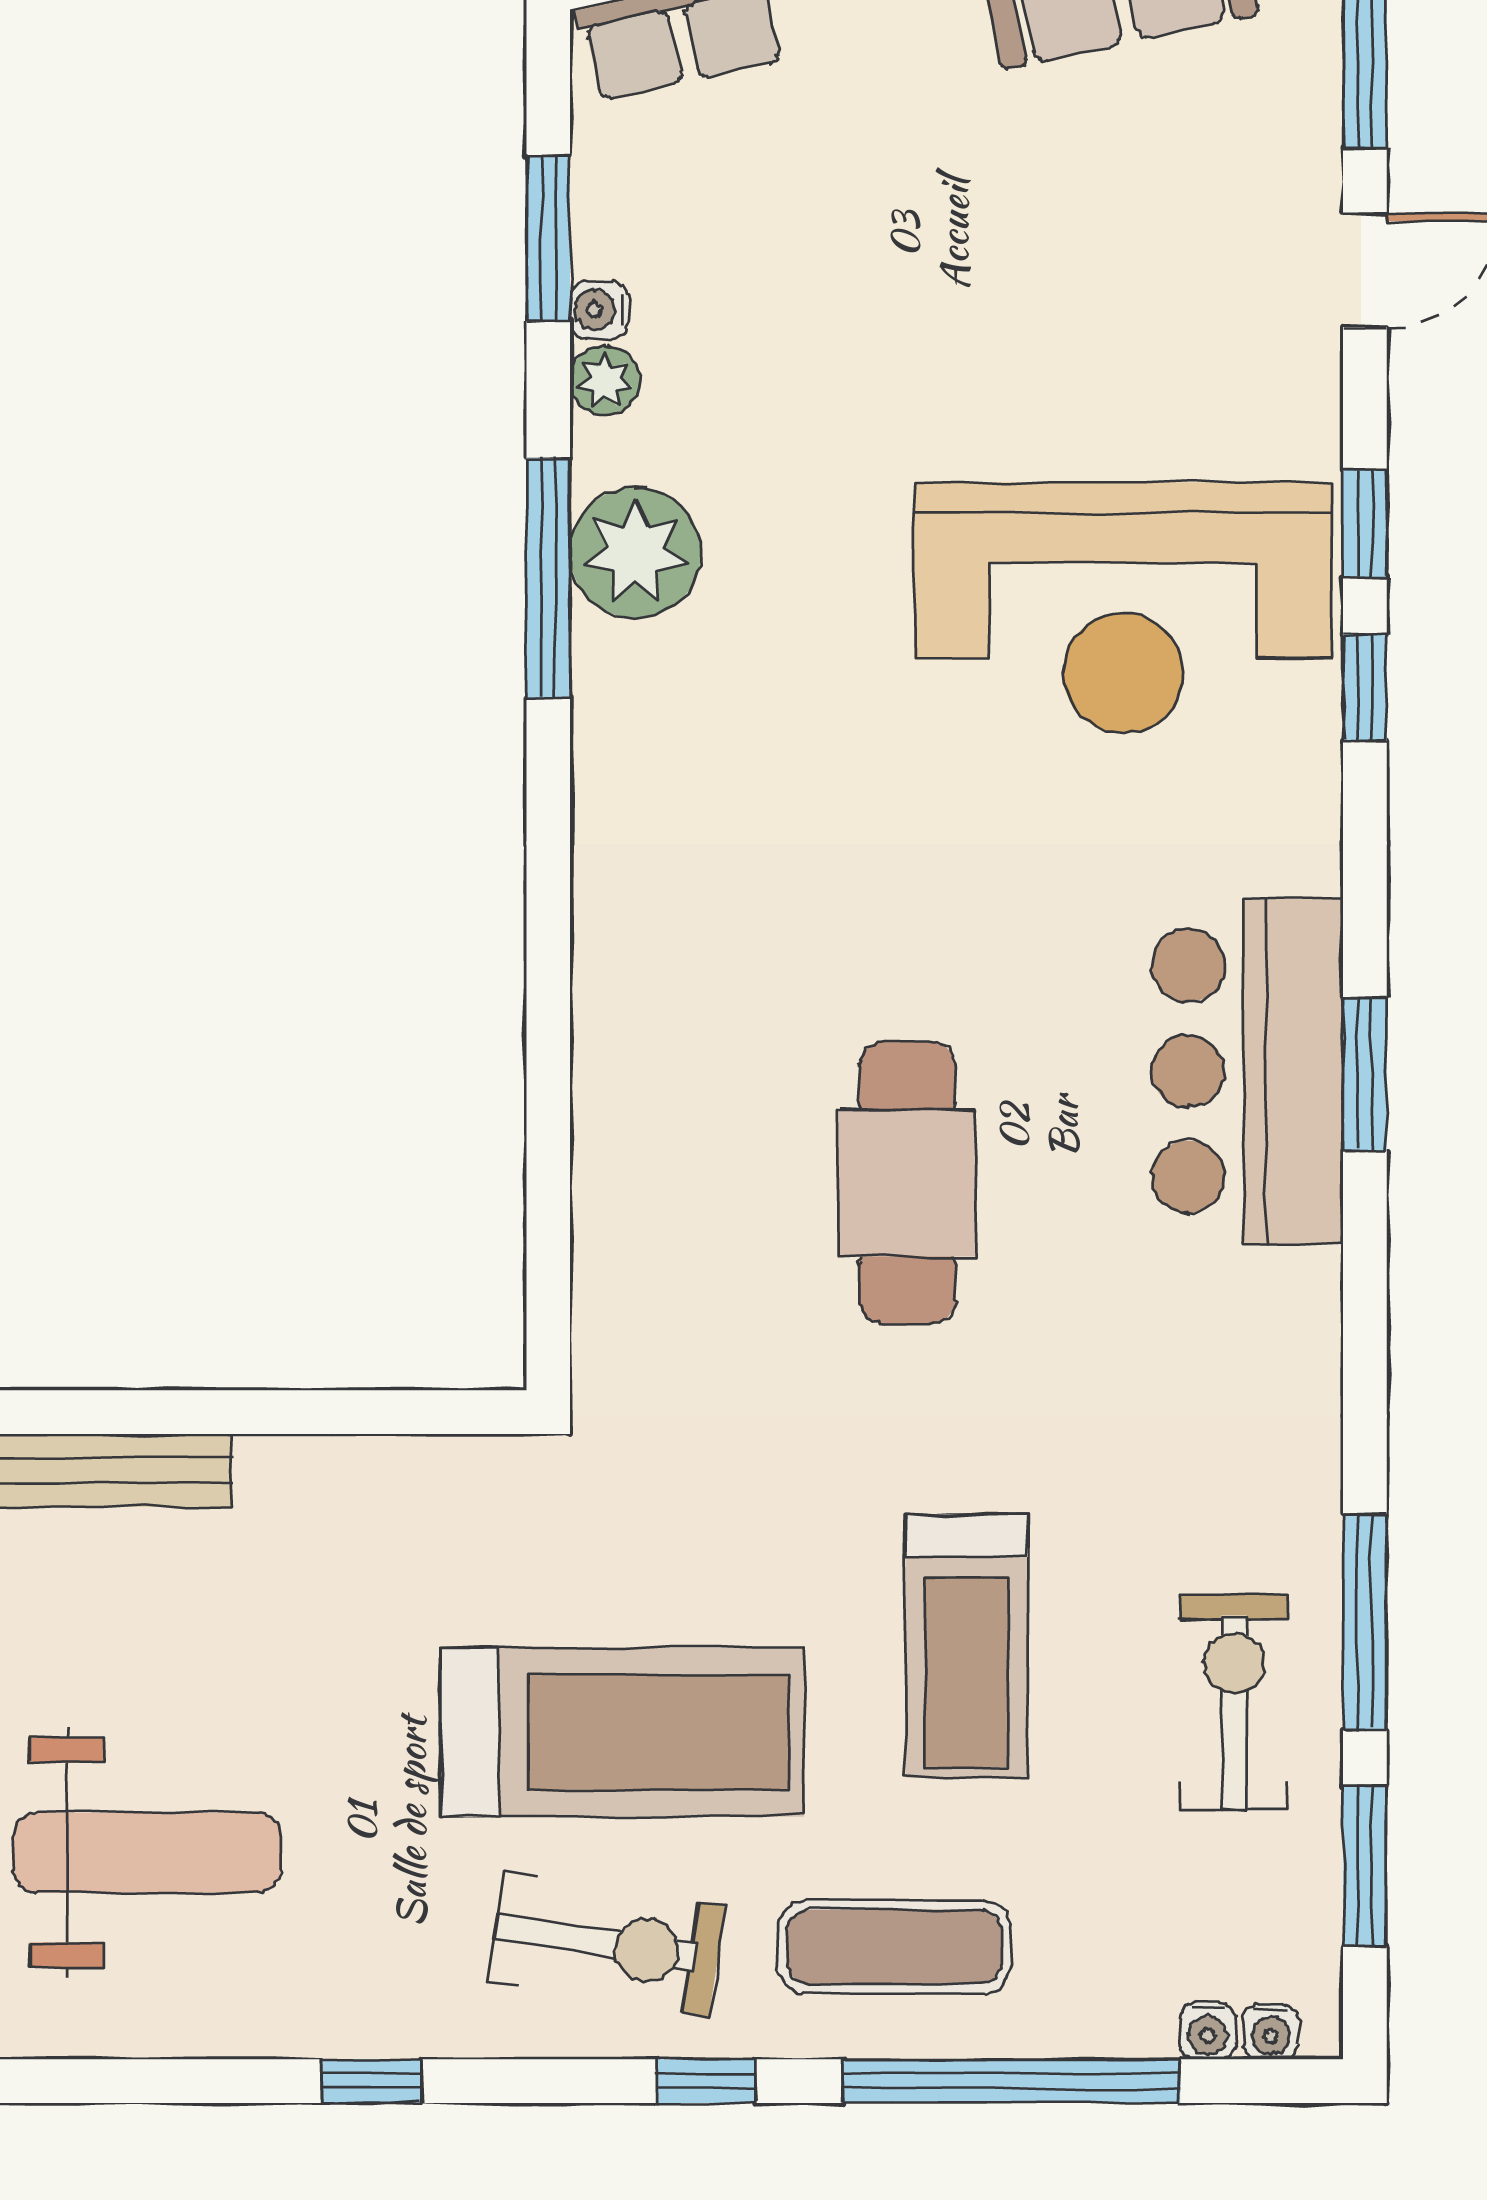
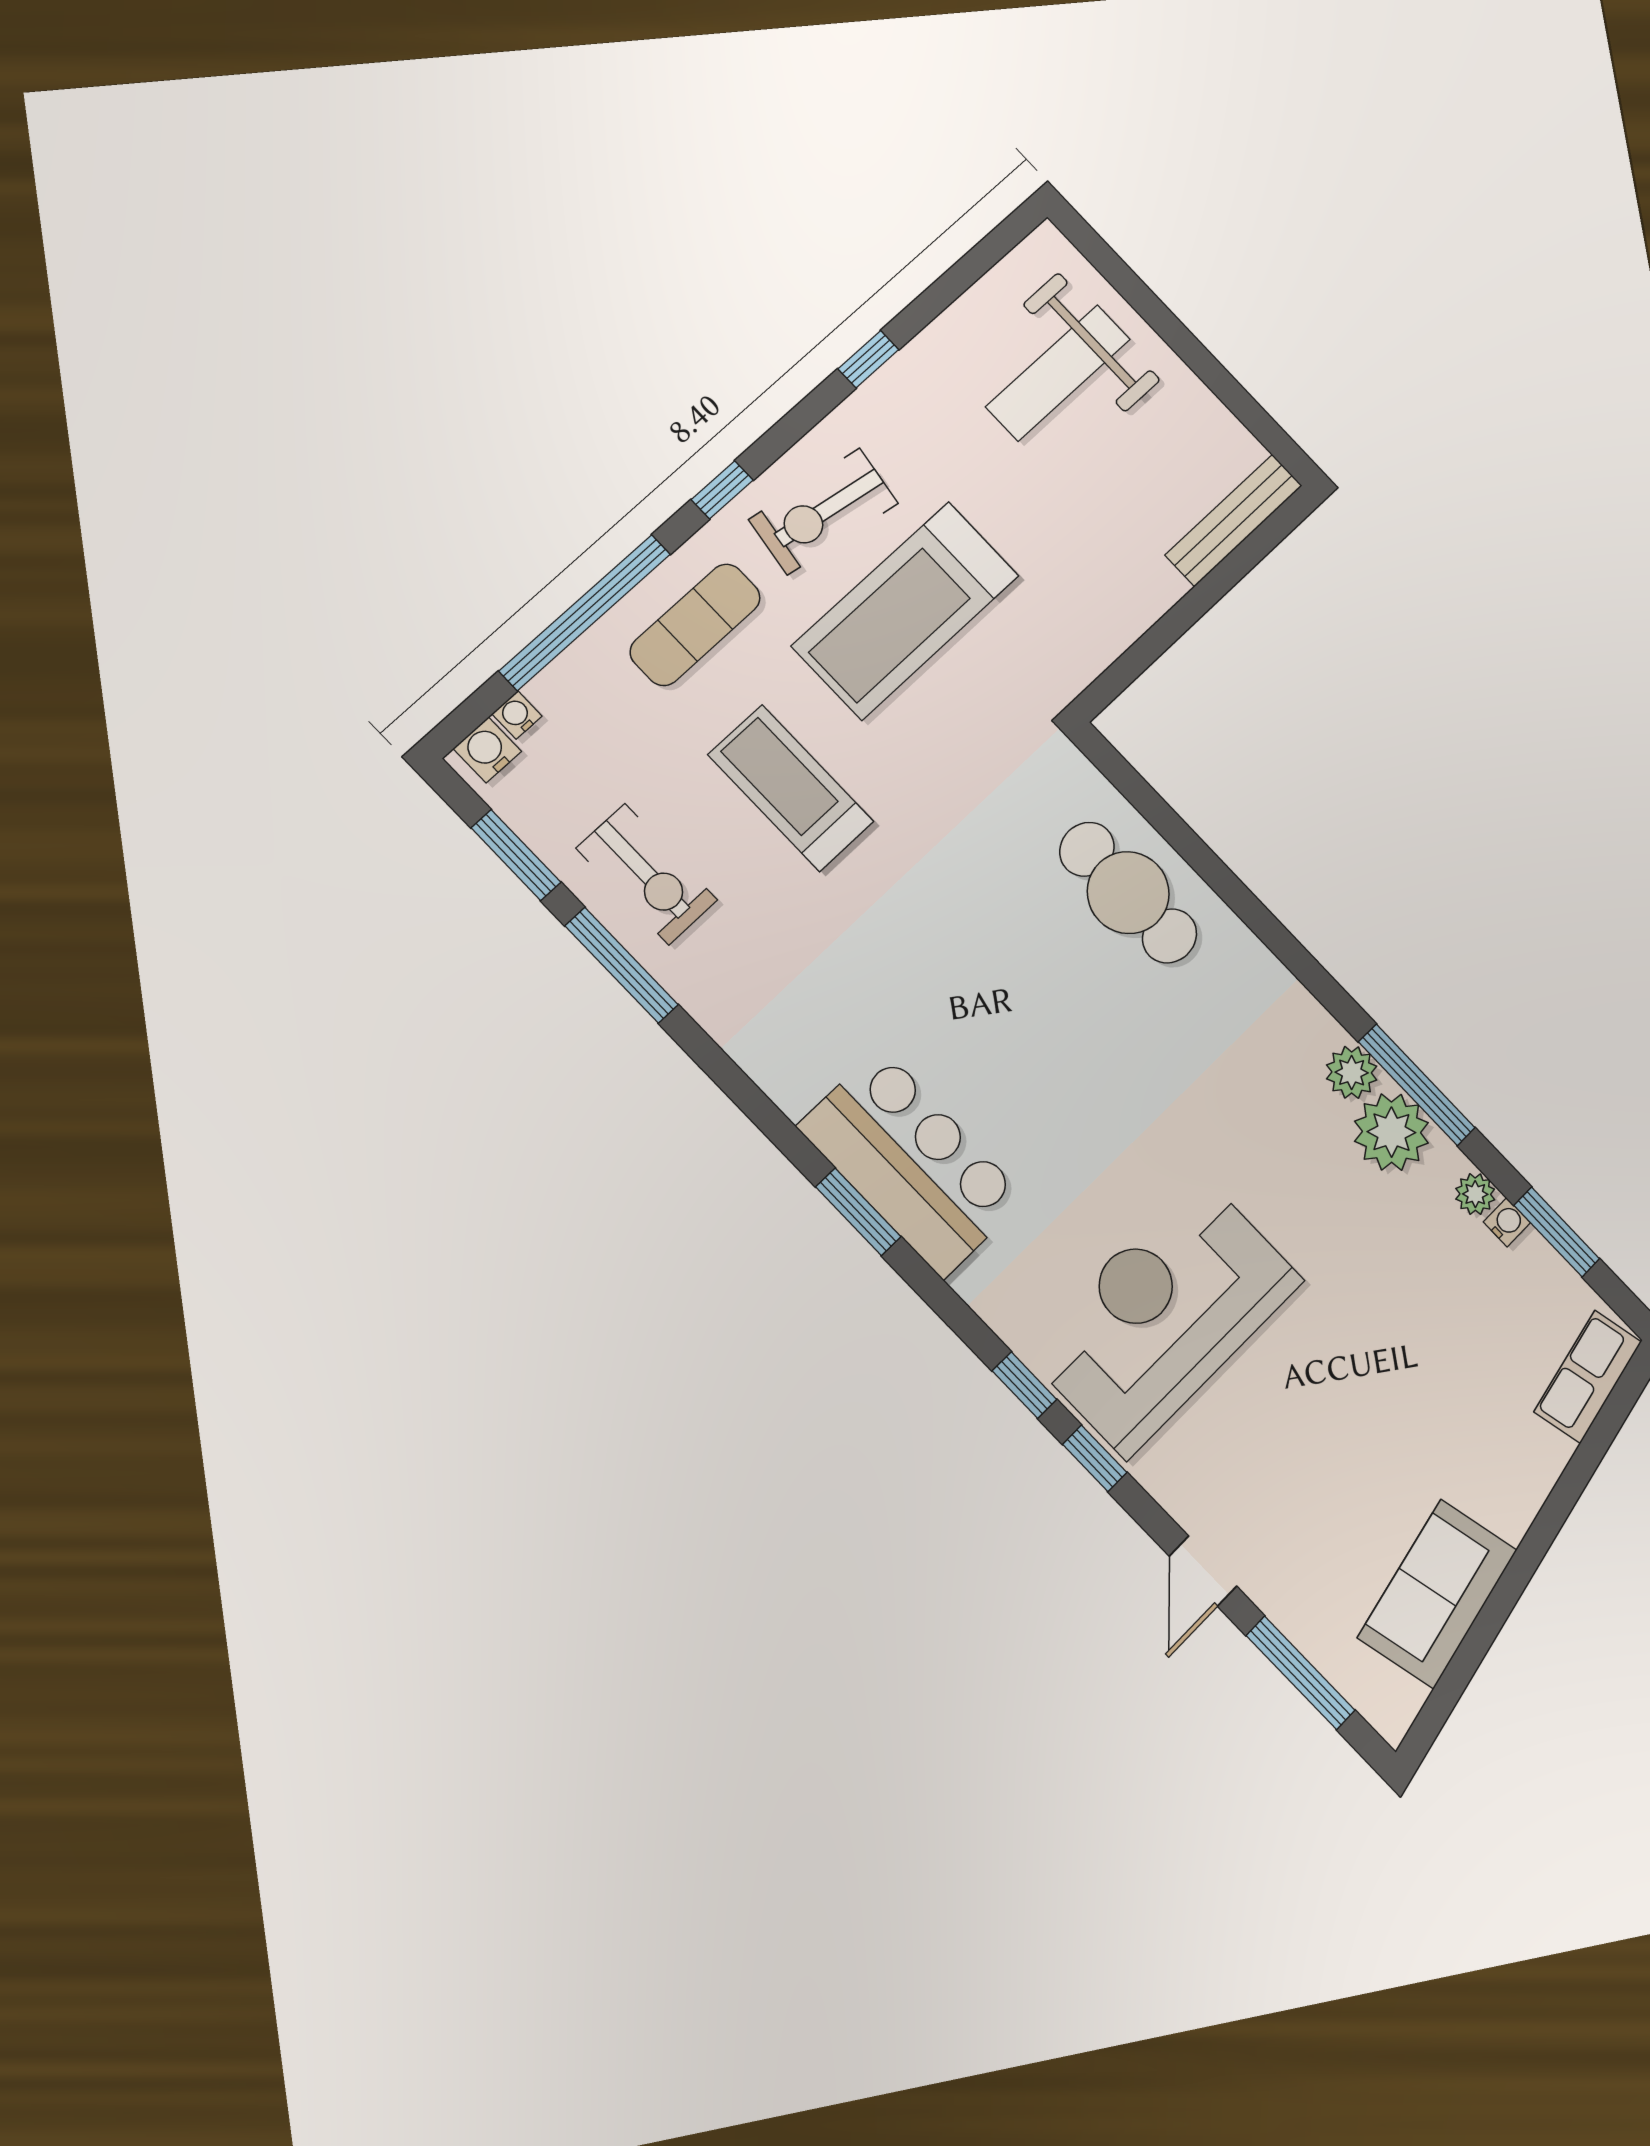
plant: (615, 670) -> (1352, 1072), added
cafe table: (907, 1183) -> (1128, 893), moved
water cooler: (1271, 2032) -> (487, 750), width x1.38, depth x1.38

